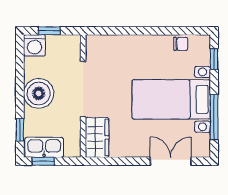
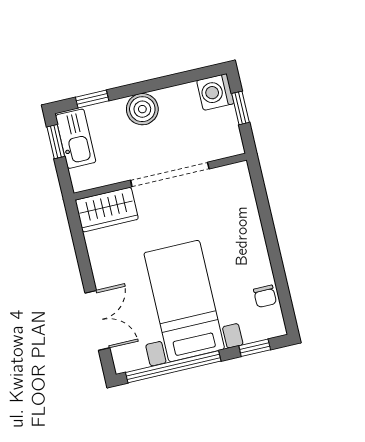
boiler: (39, 93) -> (142, 109), width x0.73, depth x0.73
window: (214, 117) -> (173, 367), width x1.46

